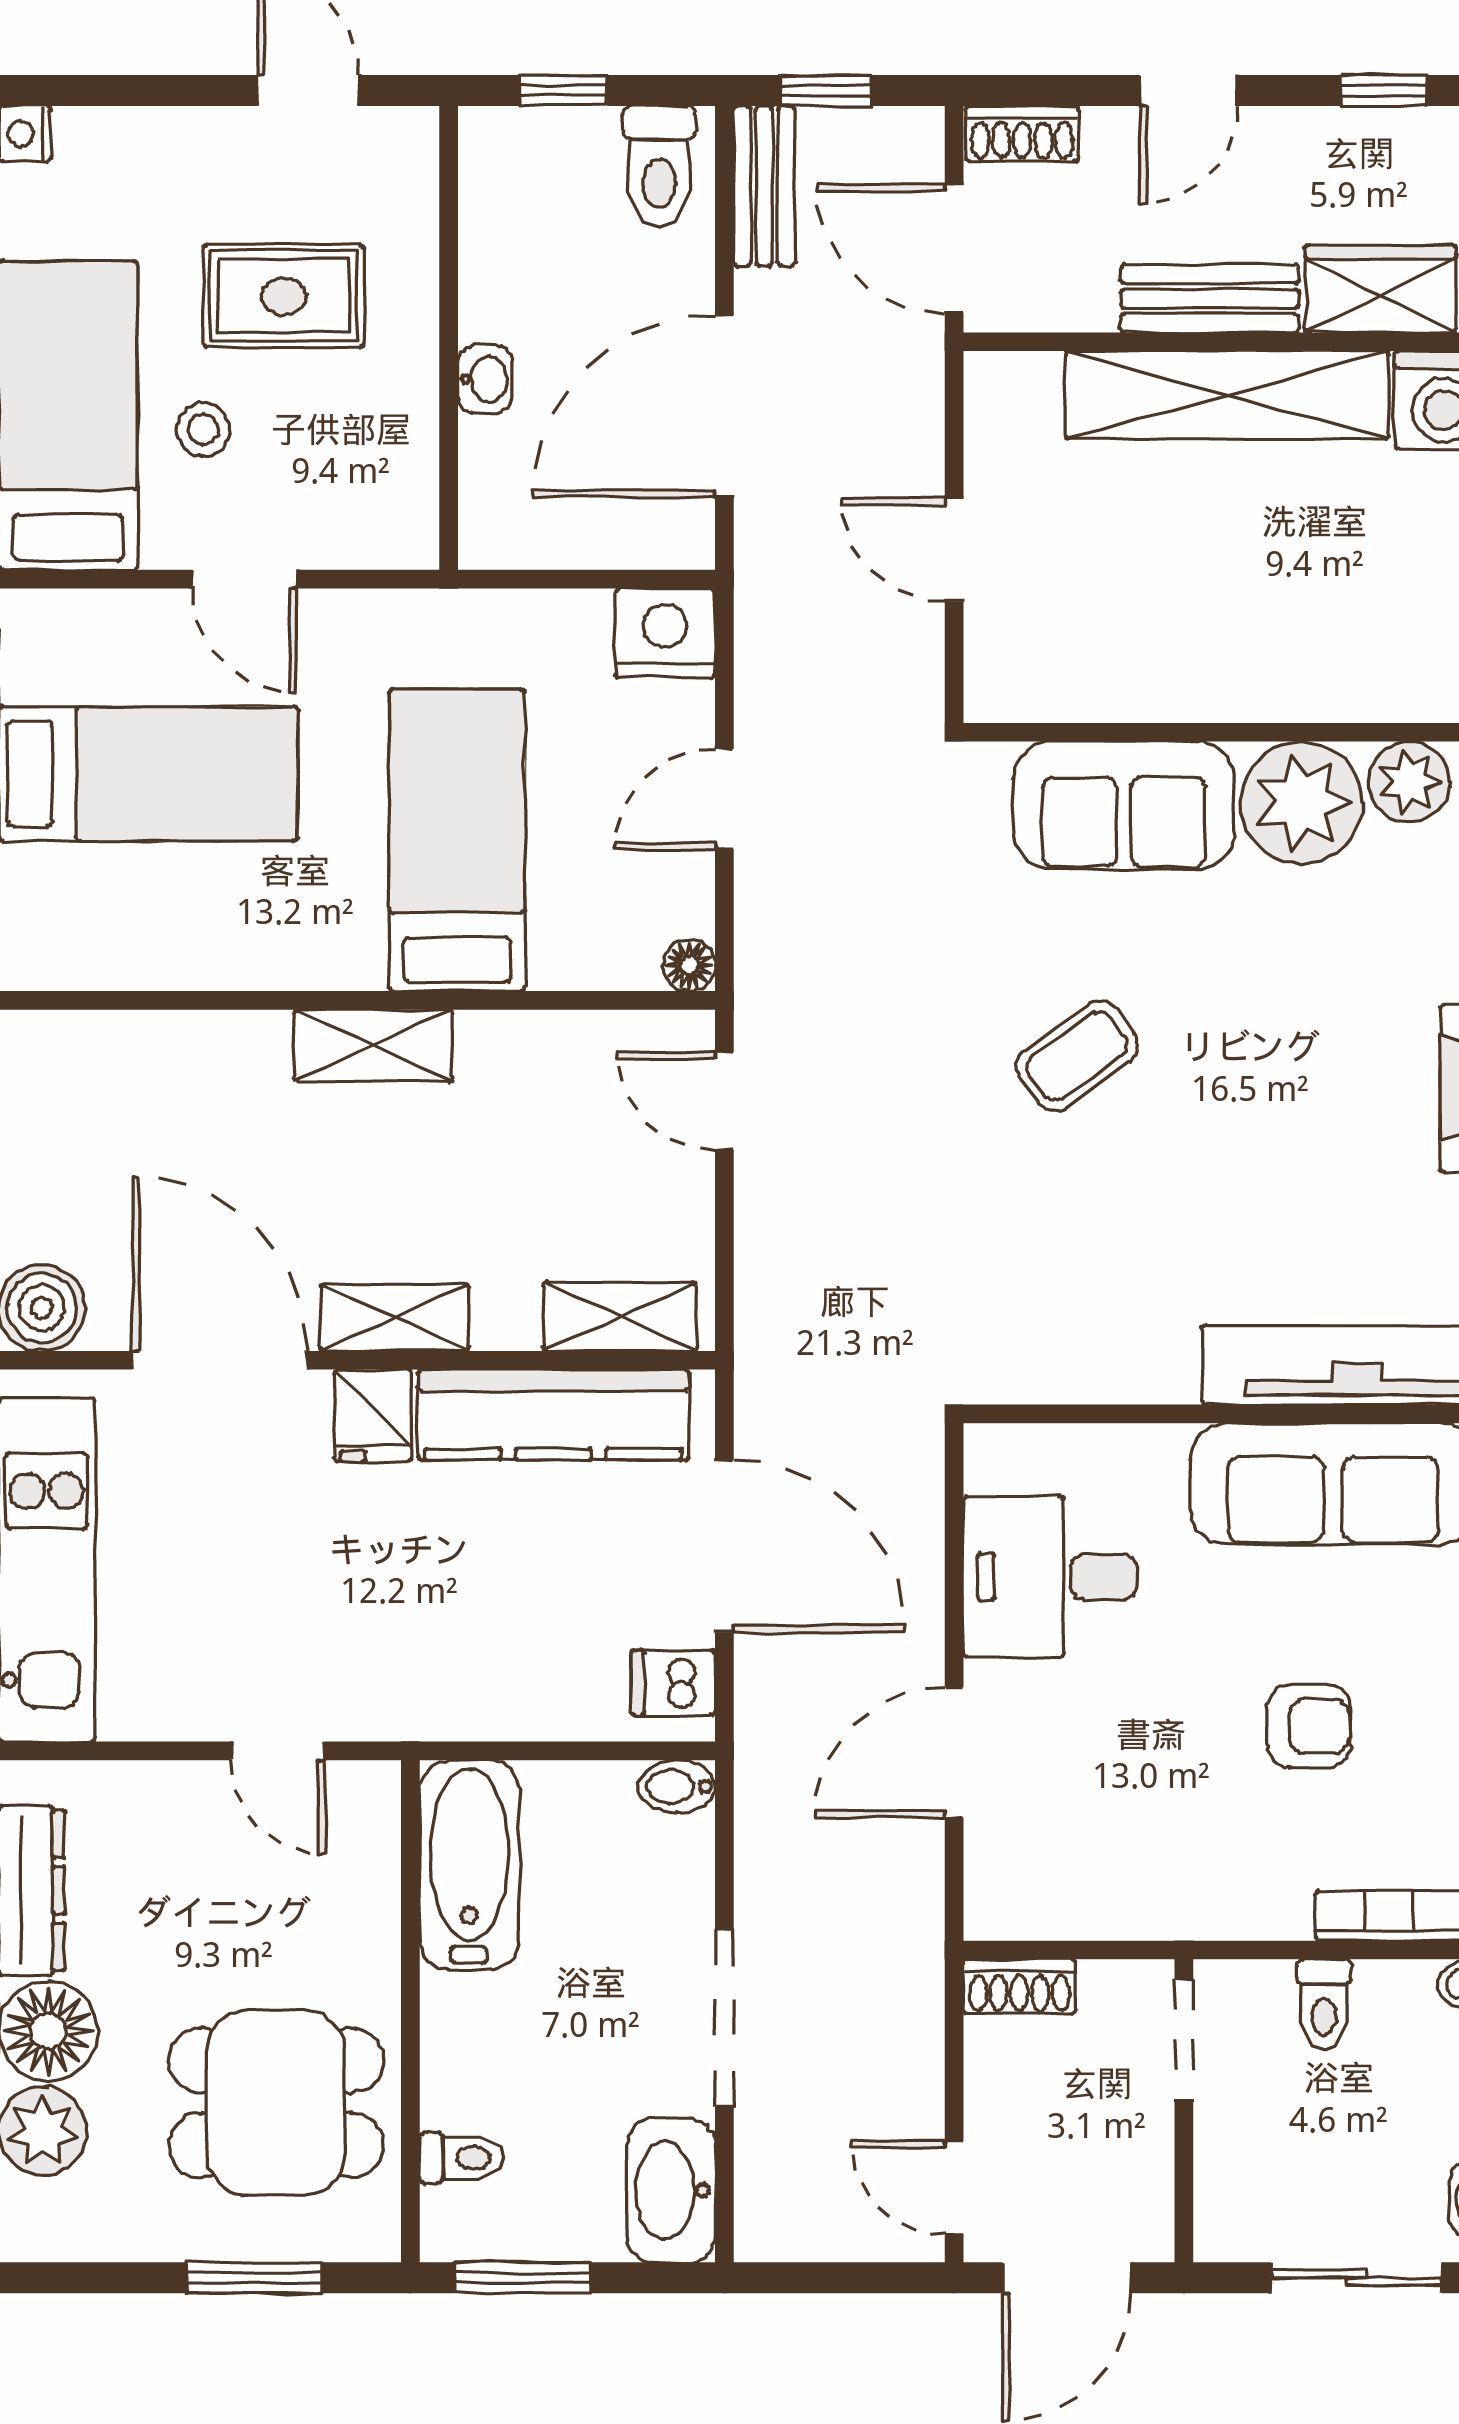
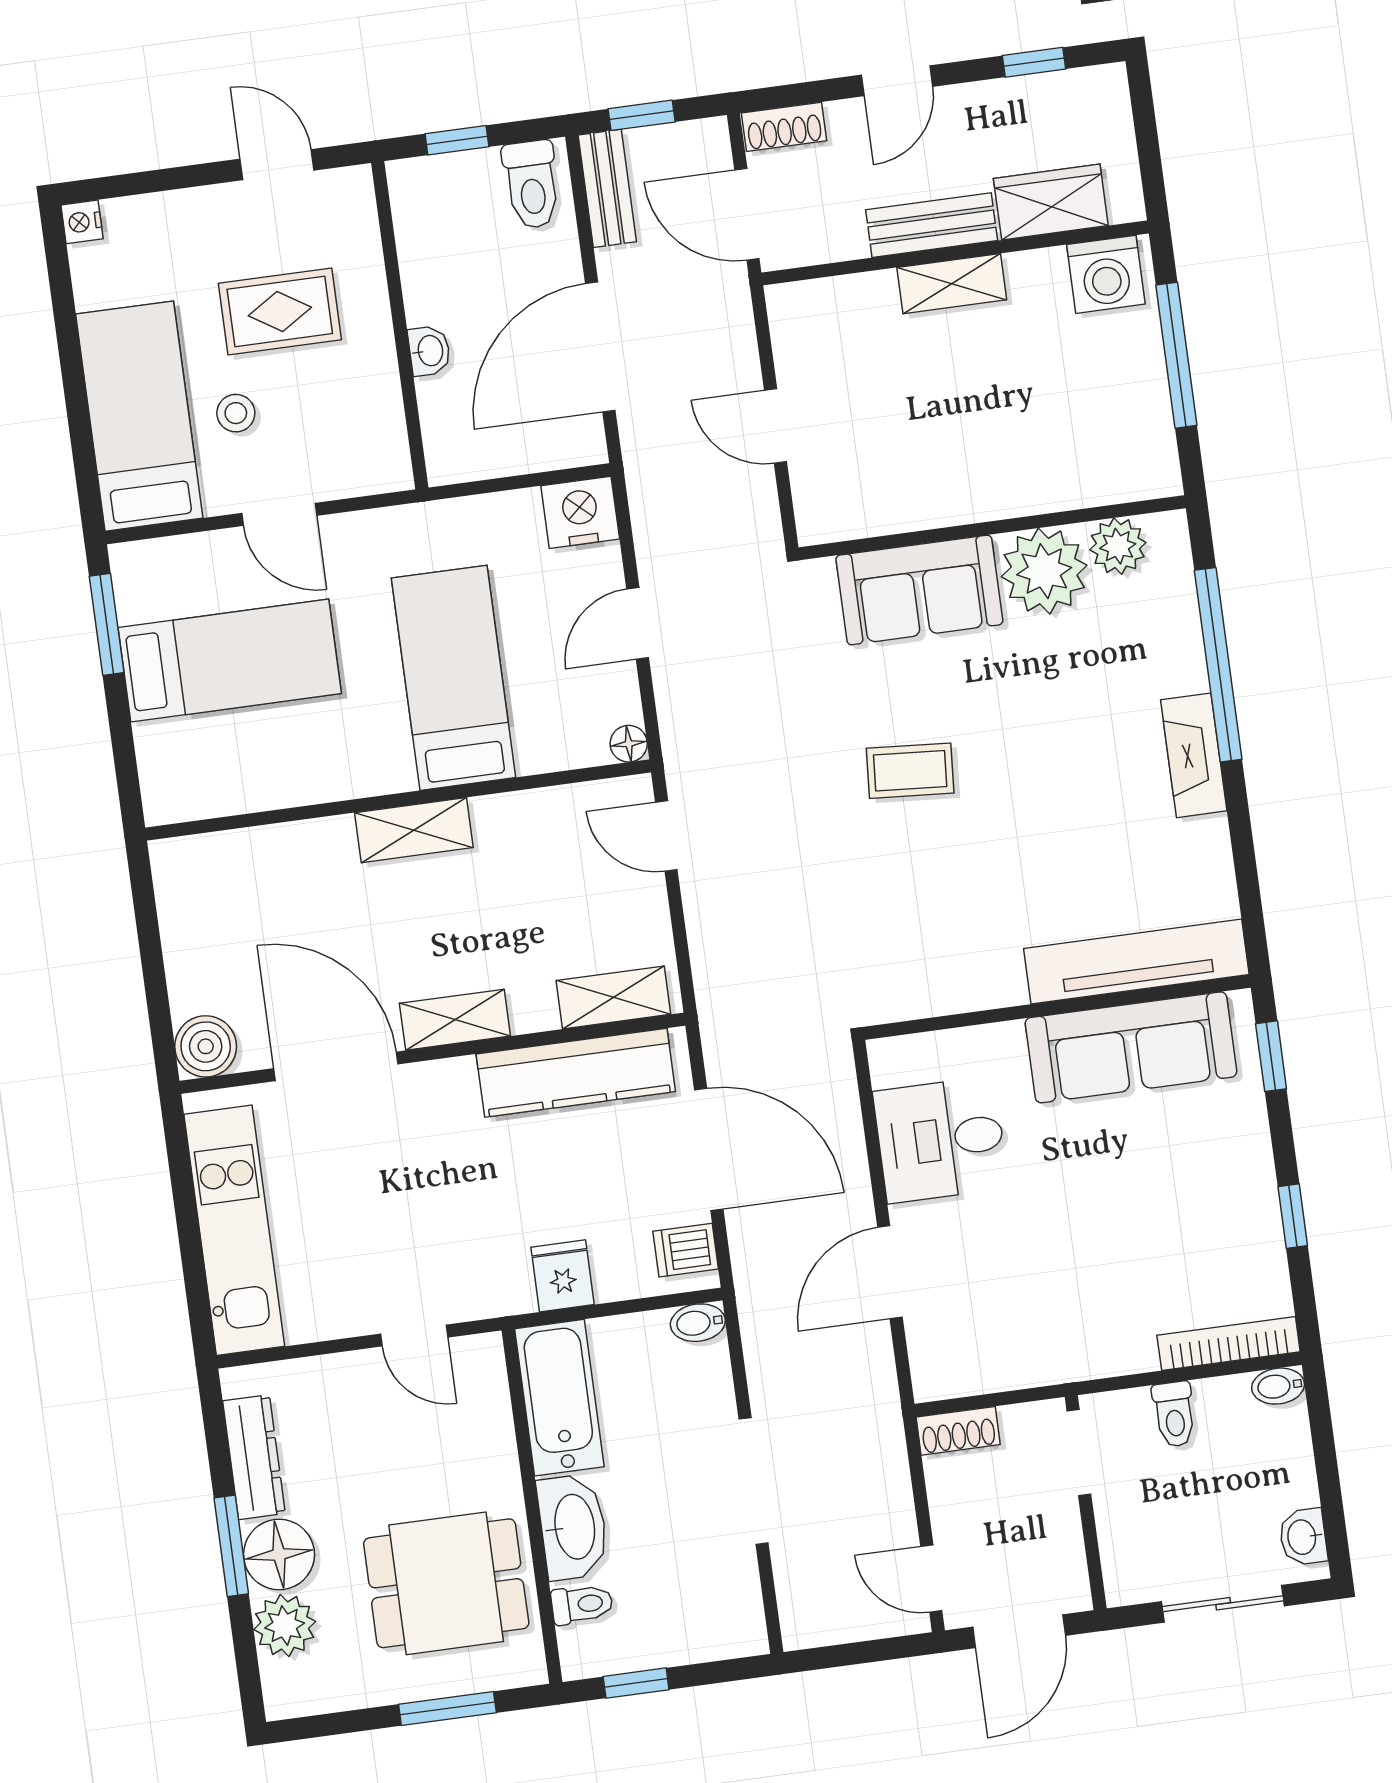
shelving: (1227, 395) -> (952, 284), width x0.45, depth x0.75
coffee table: (1077, 1056) -> (910, 771), turned 40
fridge: (373, 1416) -> (563, 1276), moved, turned 180
armchair: (1309, 1726) -> (1137, 1220), removed
washbasin: (671, 2190) -> (573, 1527), moved, turned 180
window: (522, 2278) -> (636, 1683), width x0.67

